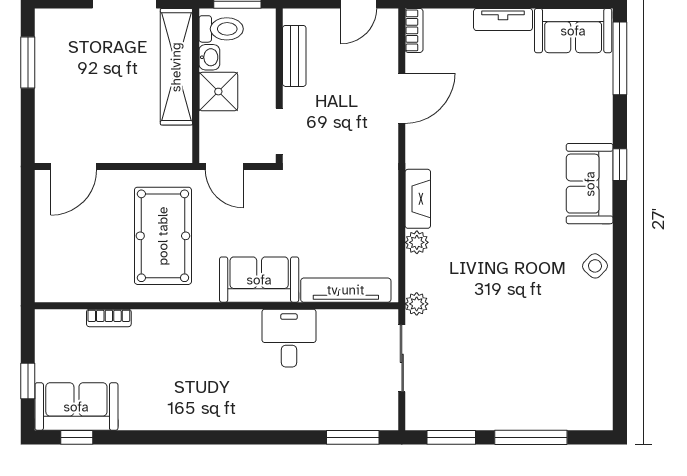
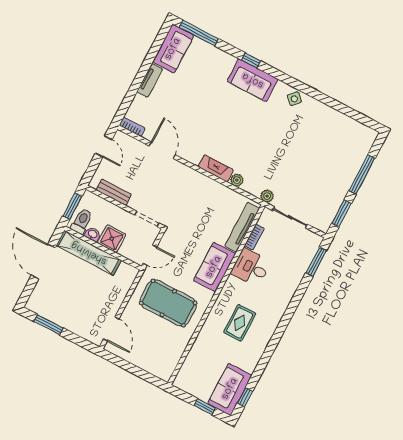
bookcase: (109, 318) -> (254, 237), moved
rug: (191, 367) -> (240, 323), added

